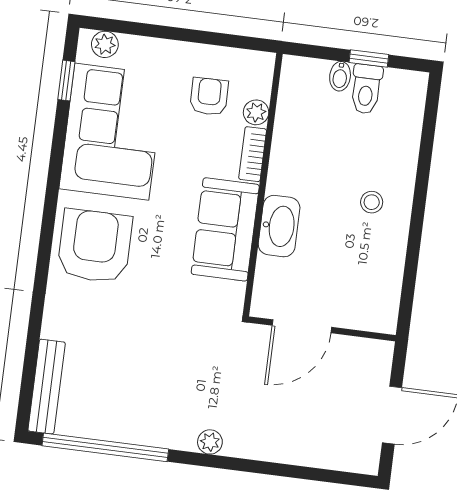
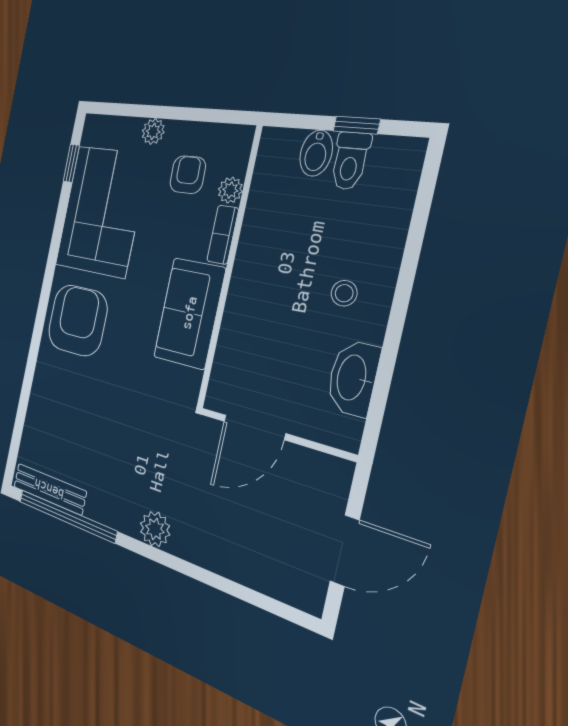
plant: (105, 44) -> (153, 131), moved
bidet: (340, 76) -> (316, 153), width x1.38, depth x1.36
washbasin: (279, 226) -> (353, 378), moved, turned 180
bench: (47, 387) -> (49, 489), moved, turned 90
plant: (210, 442) -> (155, 529), width x1.38, depth x1.38

